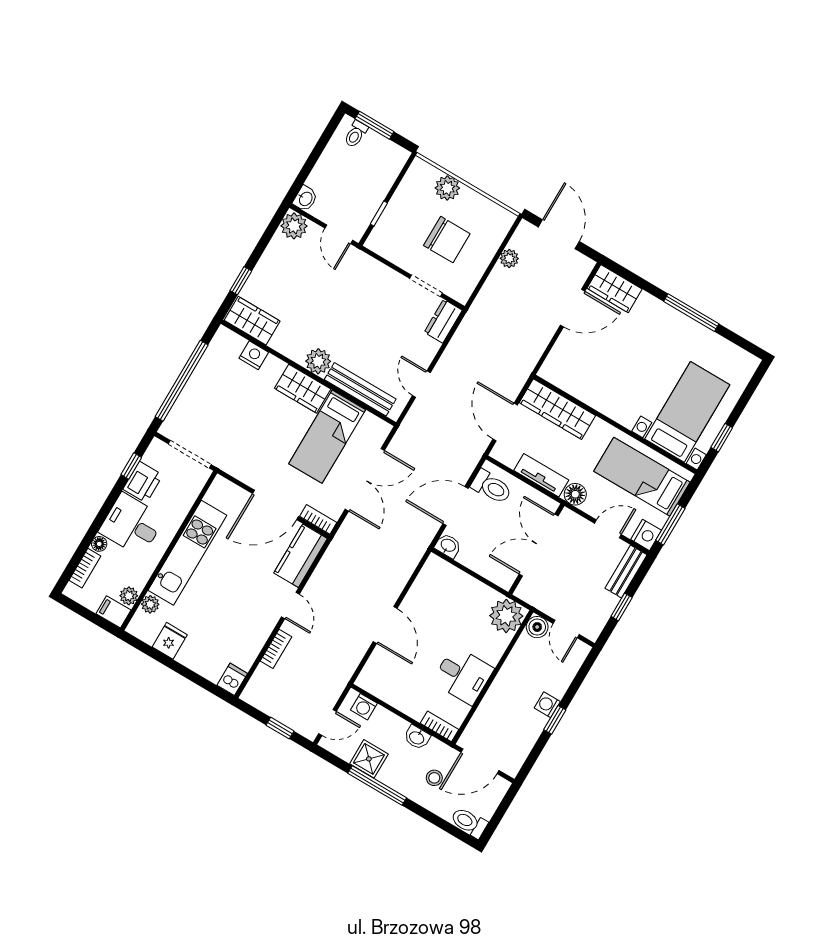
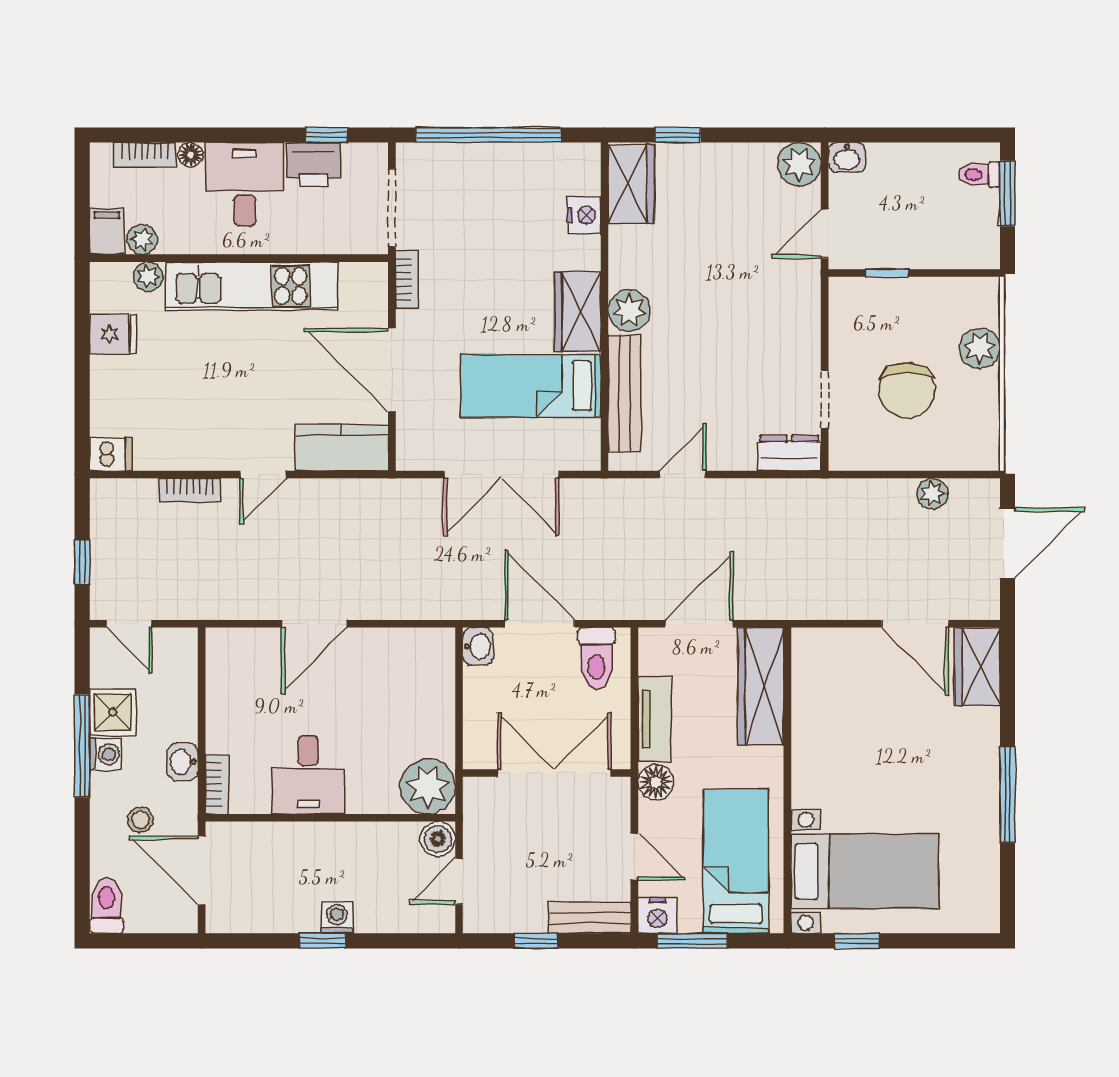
bookcase: (318, 519) -> (407, 279), moved
washing machine: (364, 707) -> (106, 754), moved, turned 180

